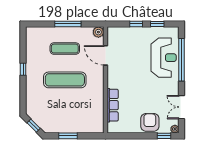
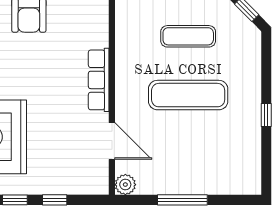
exercise mat: (65, 49) -> (188, 36), moved
row of seats: (113, 105) -> (99, 80), moved

